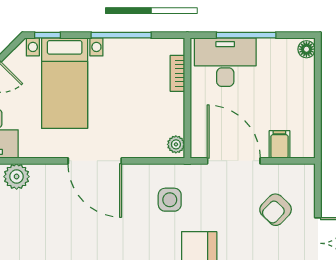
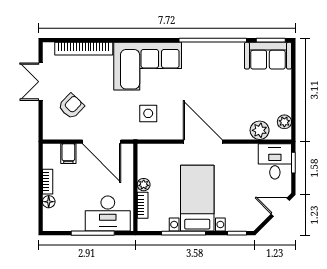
floor lamp: (306, 49) -> (49, 202), moved
bed with nightstands: (65, 83) -> (197, 198), moved
bookcase: (308, 106) -> (48, 182), added
plant: (176, 144) -> (144, 185), moved

